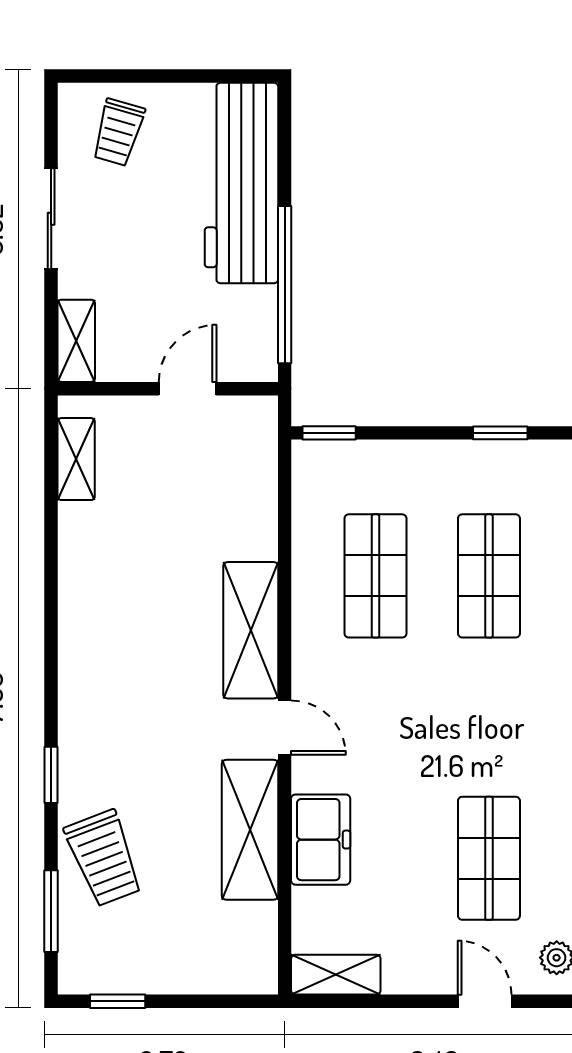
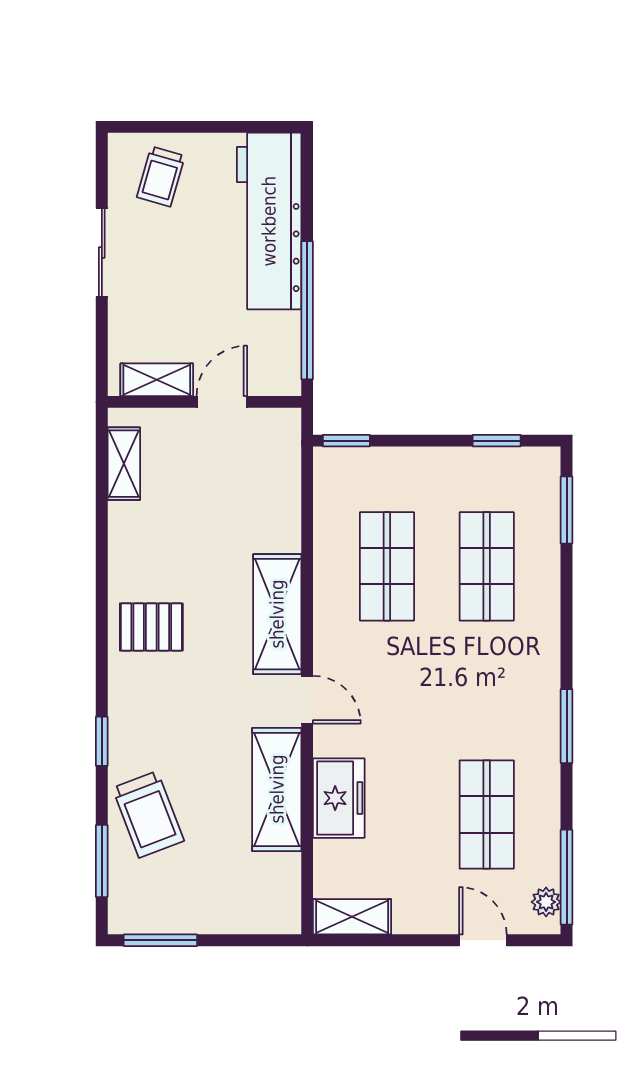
shelving: (76, 341) -> (157, 380), moved, turned 90
pallet: (107, 645) -> (151, 627), added
window: (118, 1001) -> (160, 940), width x1.50

